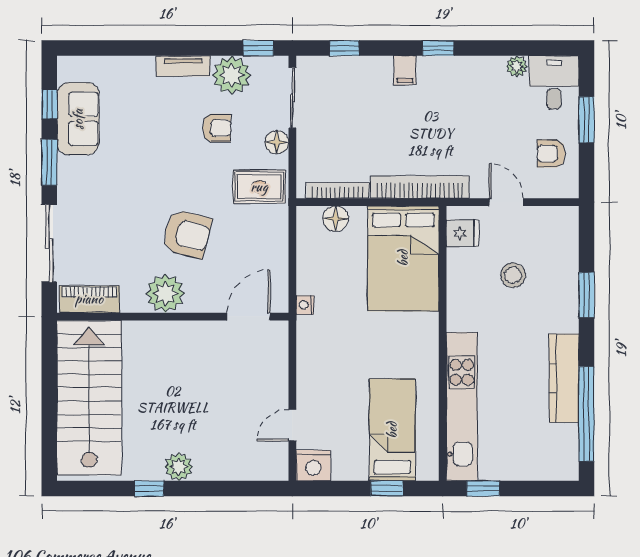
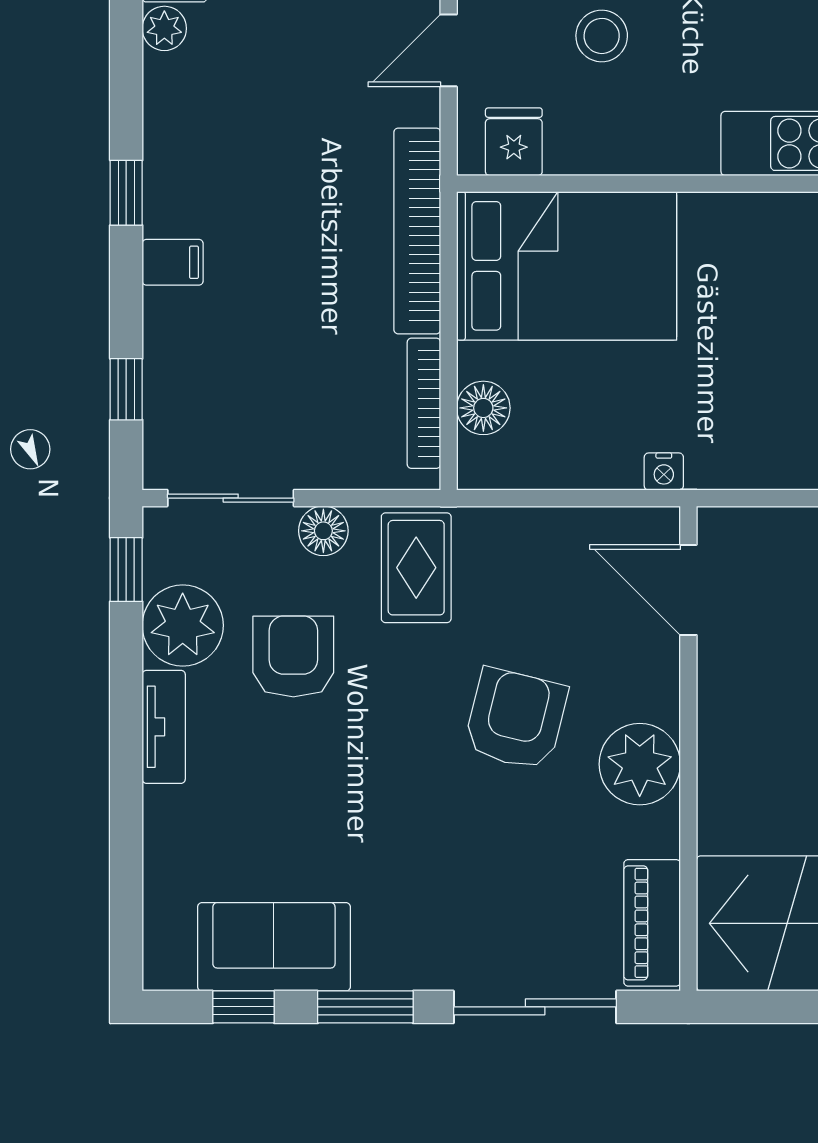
armchair: (217, 128) -> (293, 656), width x1.38, depth x1.38

